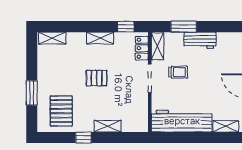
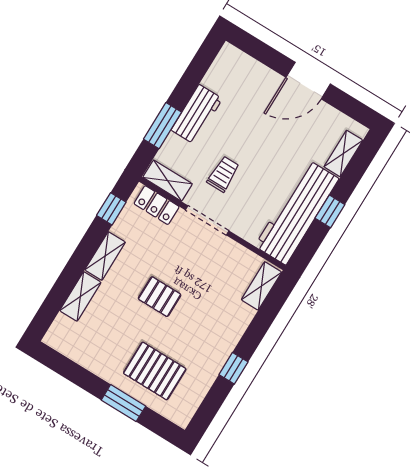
shelving: (52, 38) -> (80, 296), moved
pallet: (97, 78) -> (160, 297), turned 90
pallet: (61, 111) -> (155, 371), moved
shelving: (108, 126) -> (261, 286), moved
window: (192, 138) -> (330, 211), added

